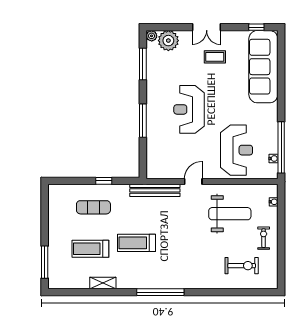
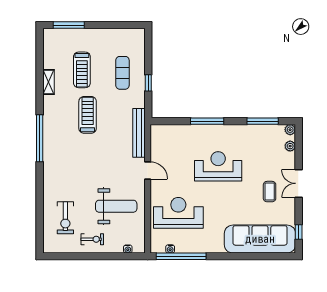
plant: (168, 41) -> (290, 146), width x0.53, depth x0.53
reception desk: (237, 150) -> (178, 213), turned 180
weight bench: (230, 214) -> (116, 206), turned -90
treadmill: (90, 249) -> (82, 70), turned 180

